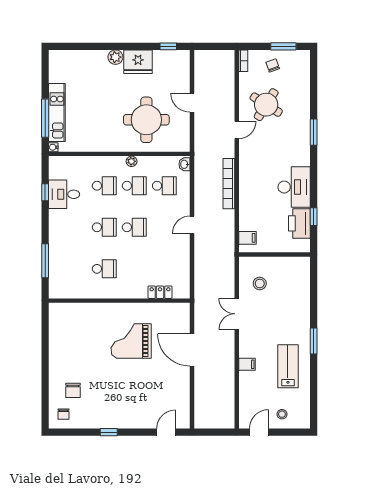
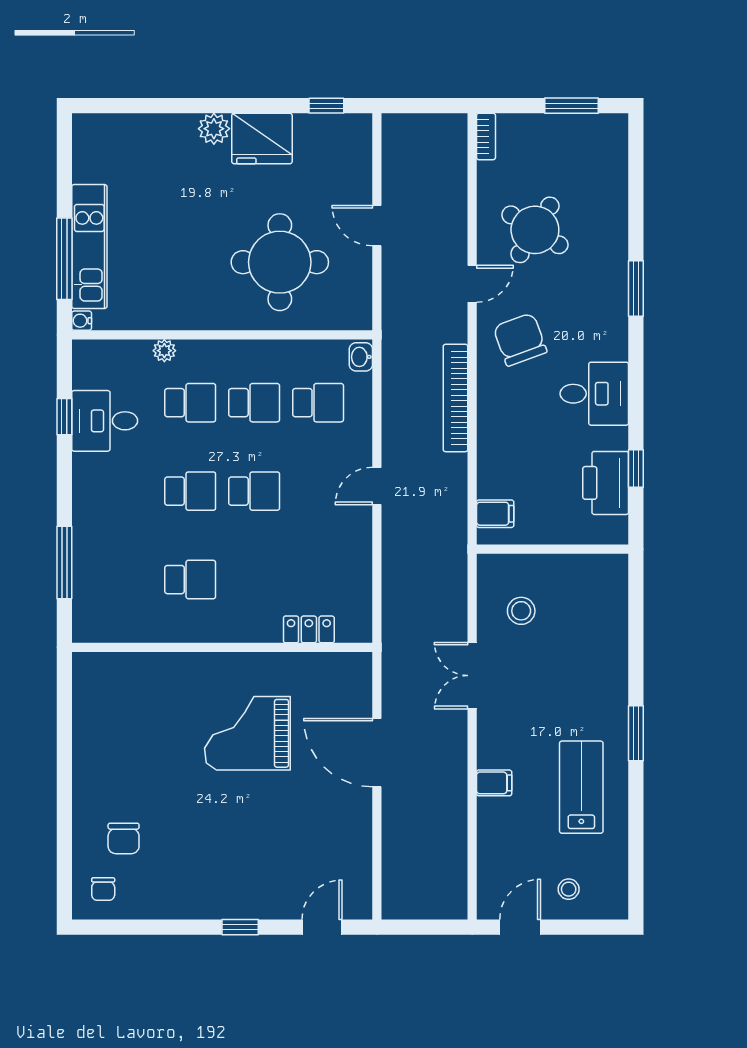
chair: (273, 65) -> (520, 340), moved, width x1.87, depth x1.87
plant: (132, 161) -> (164, 351), moved
desk: (294, 187) -> (594, 394), width x0.73
window: (109, 432) -> (240, 927), moved

